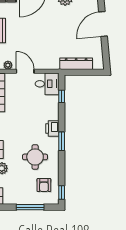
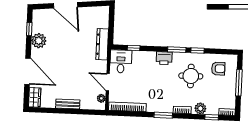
dresser: (76, 64) -> (102, 44), moved
door: (25, 71) -> (108, 82), hinge flipped
window: (62, 192) -> (197, 51), moved

